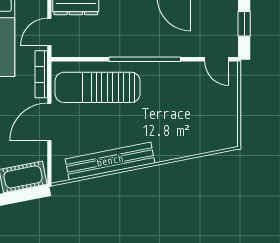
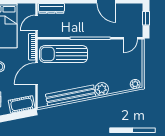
door: (217, 59) -> (131, 38), hinge flipped
plant: (225, 141) -> (135, 84), added
plant: (166, 149) -> (102, 89), added

